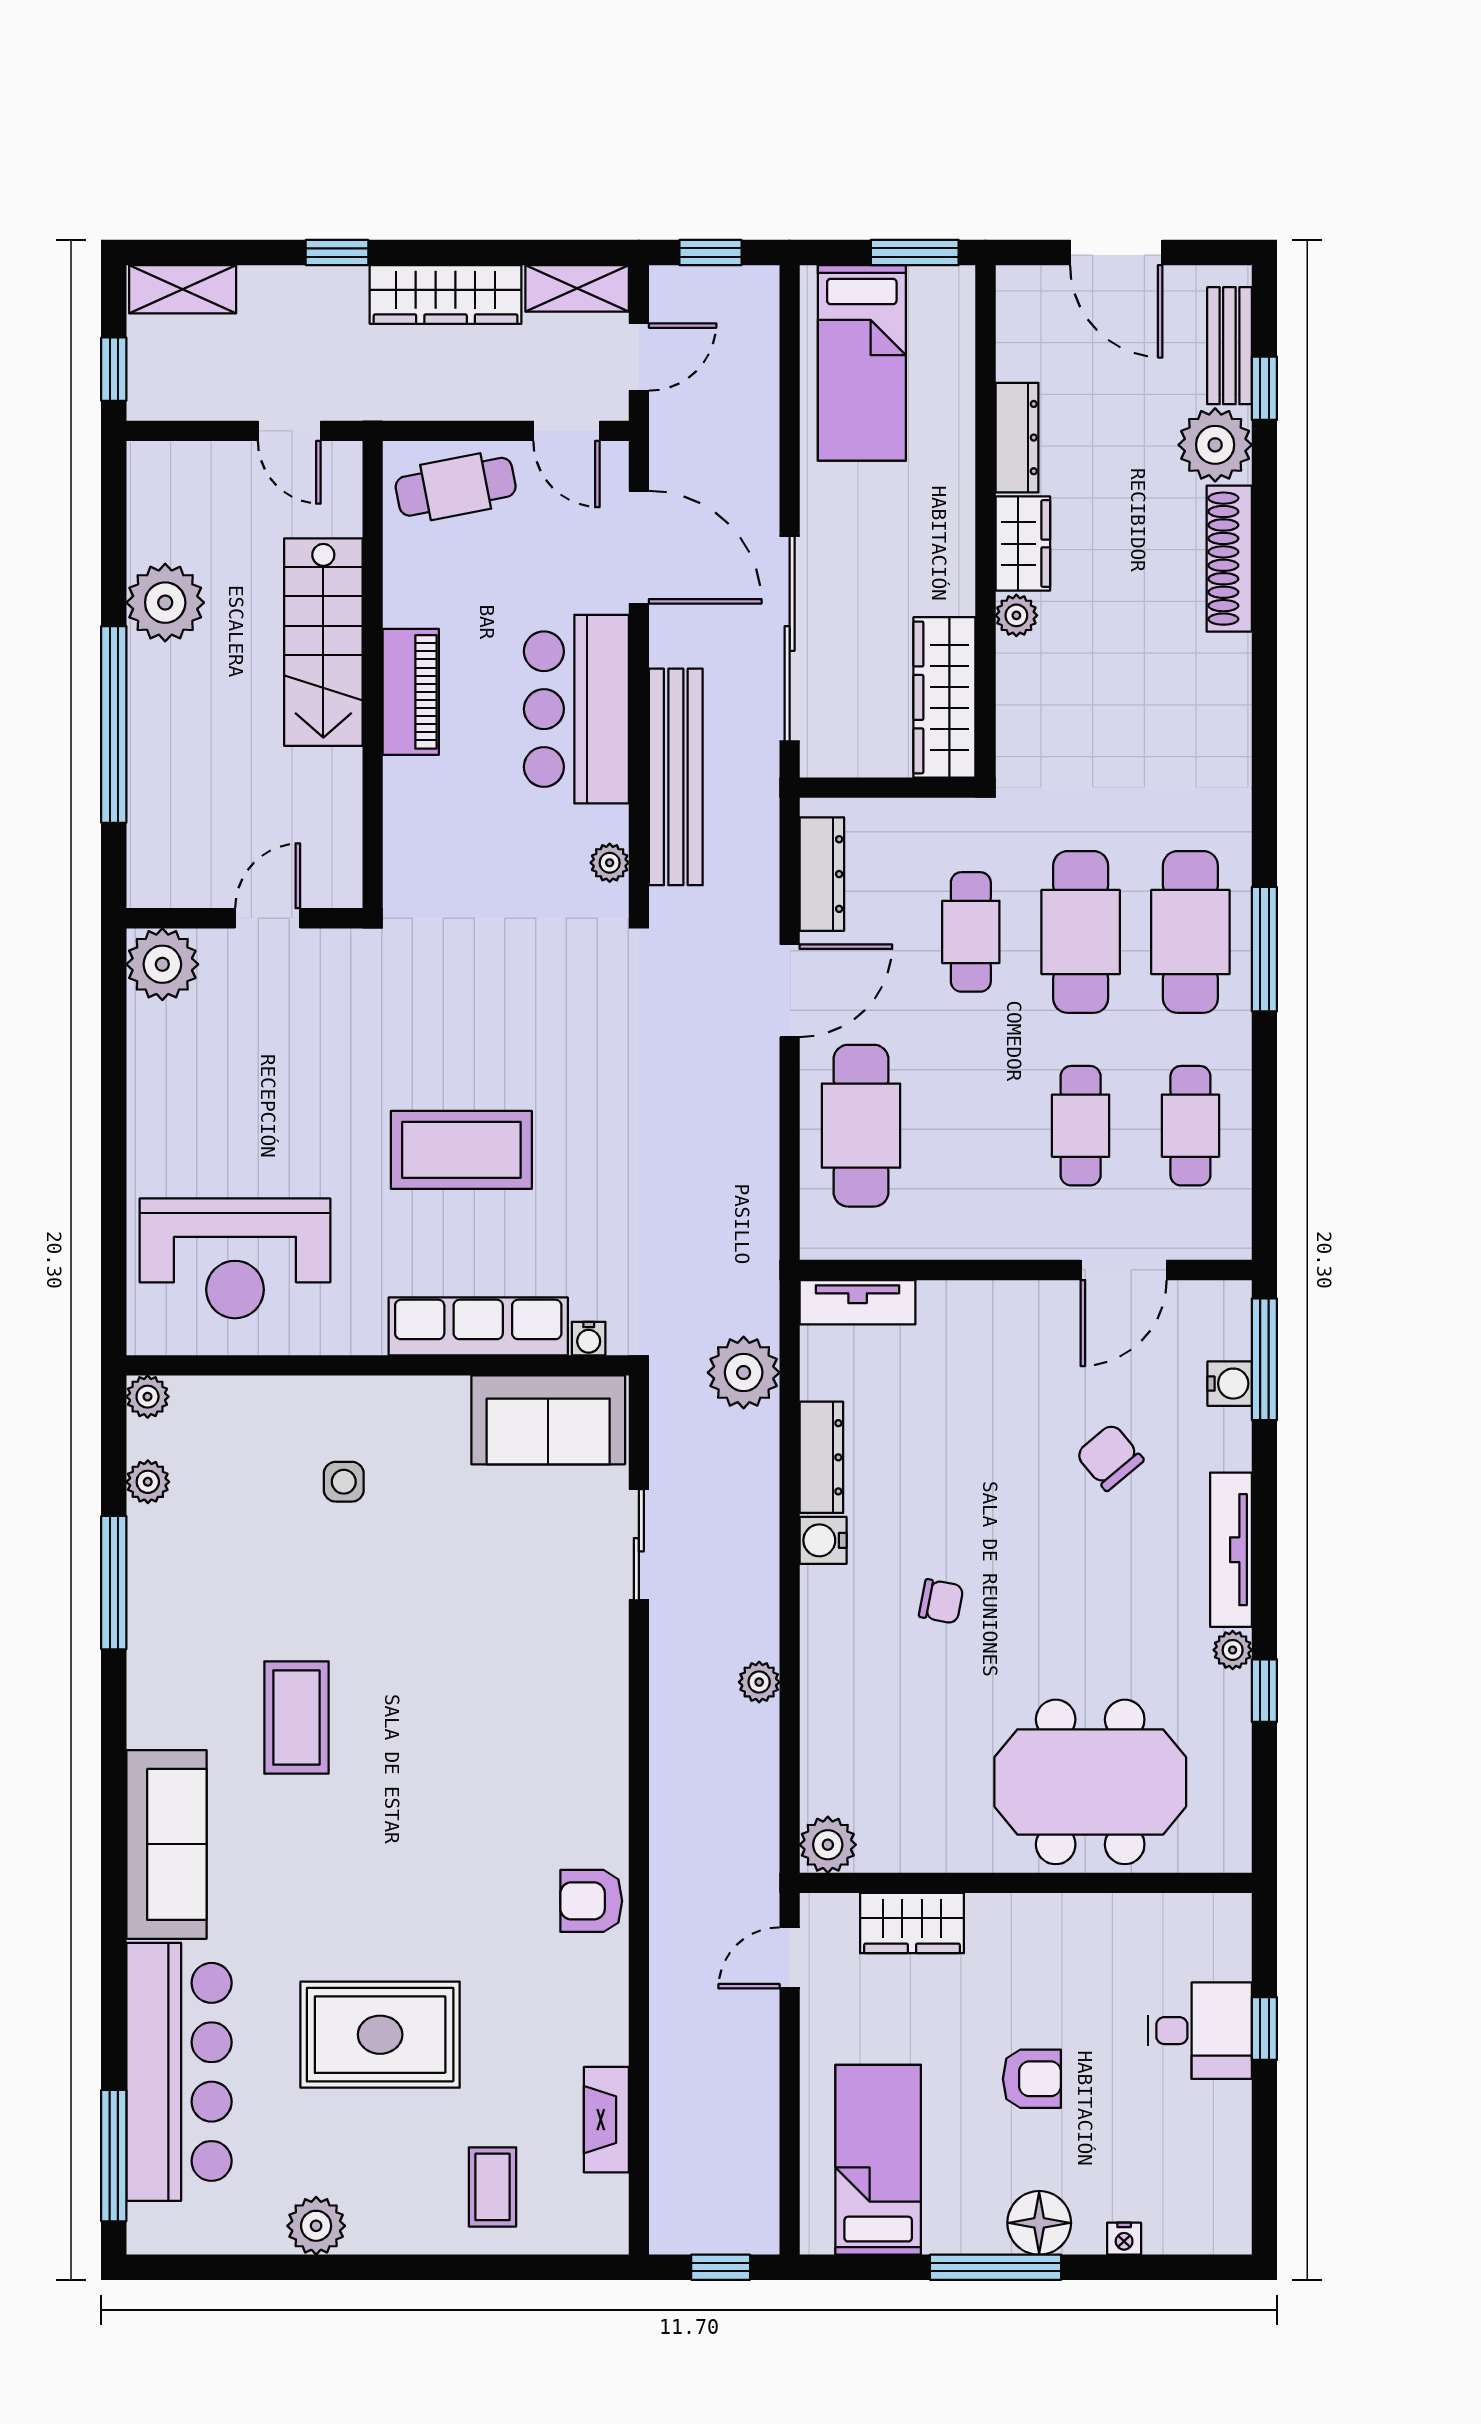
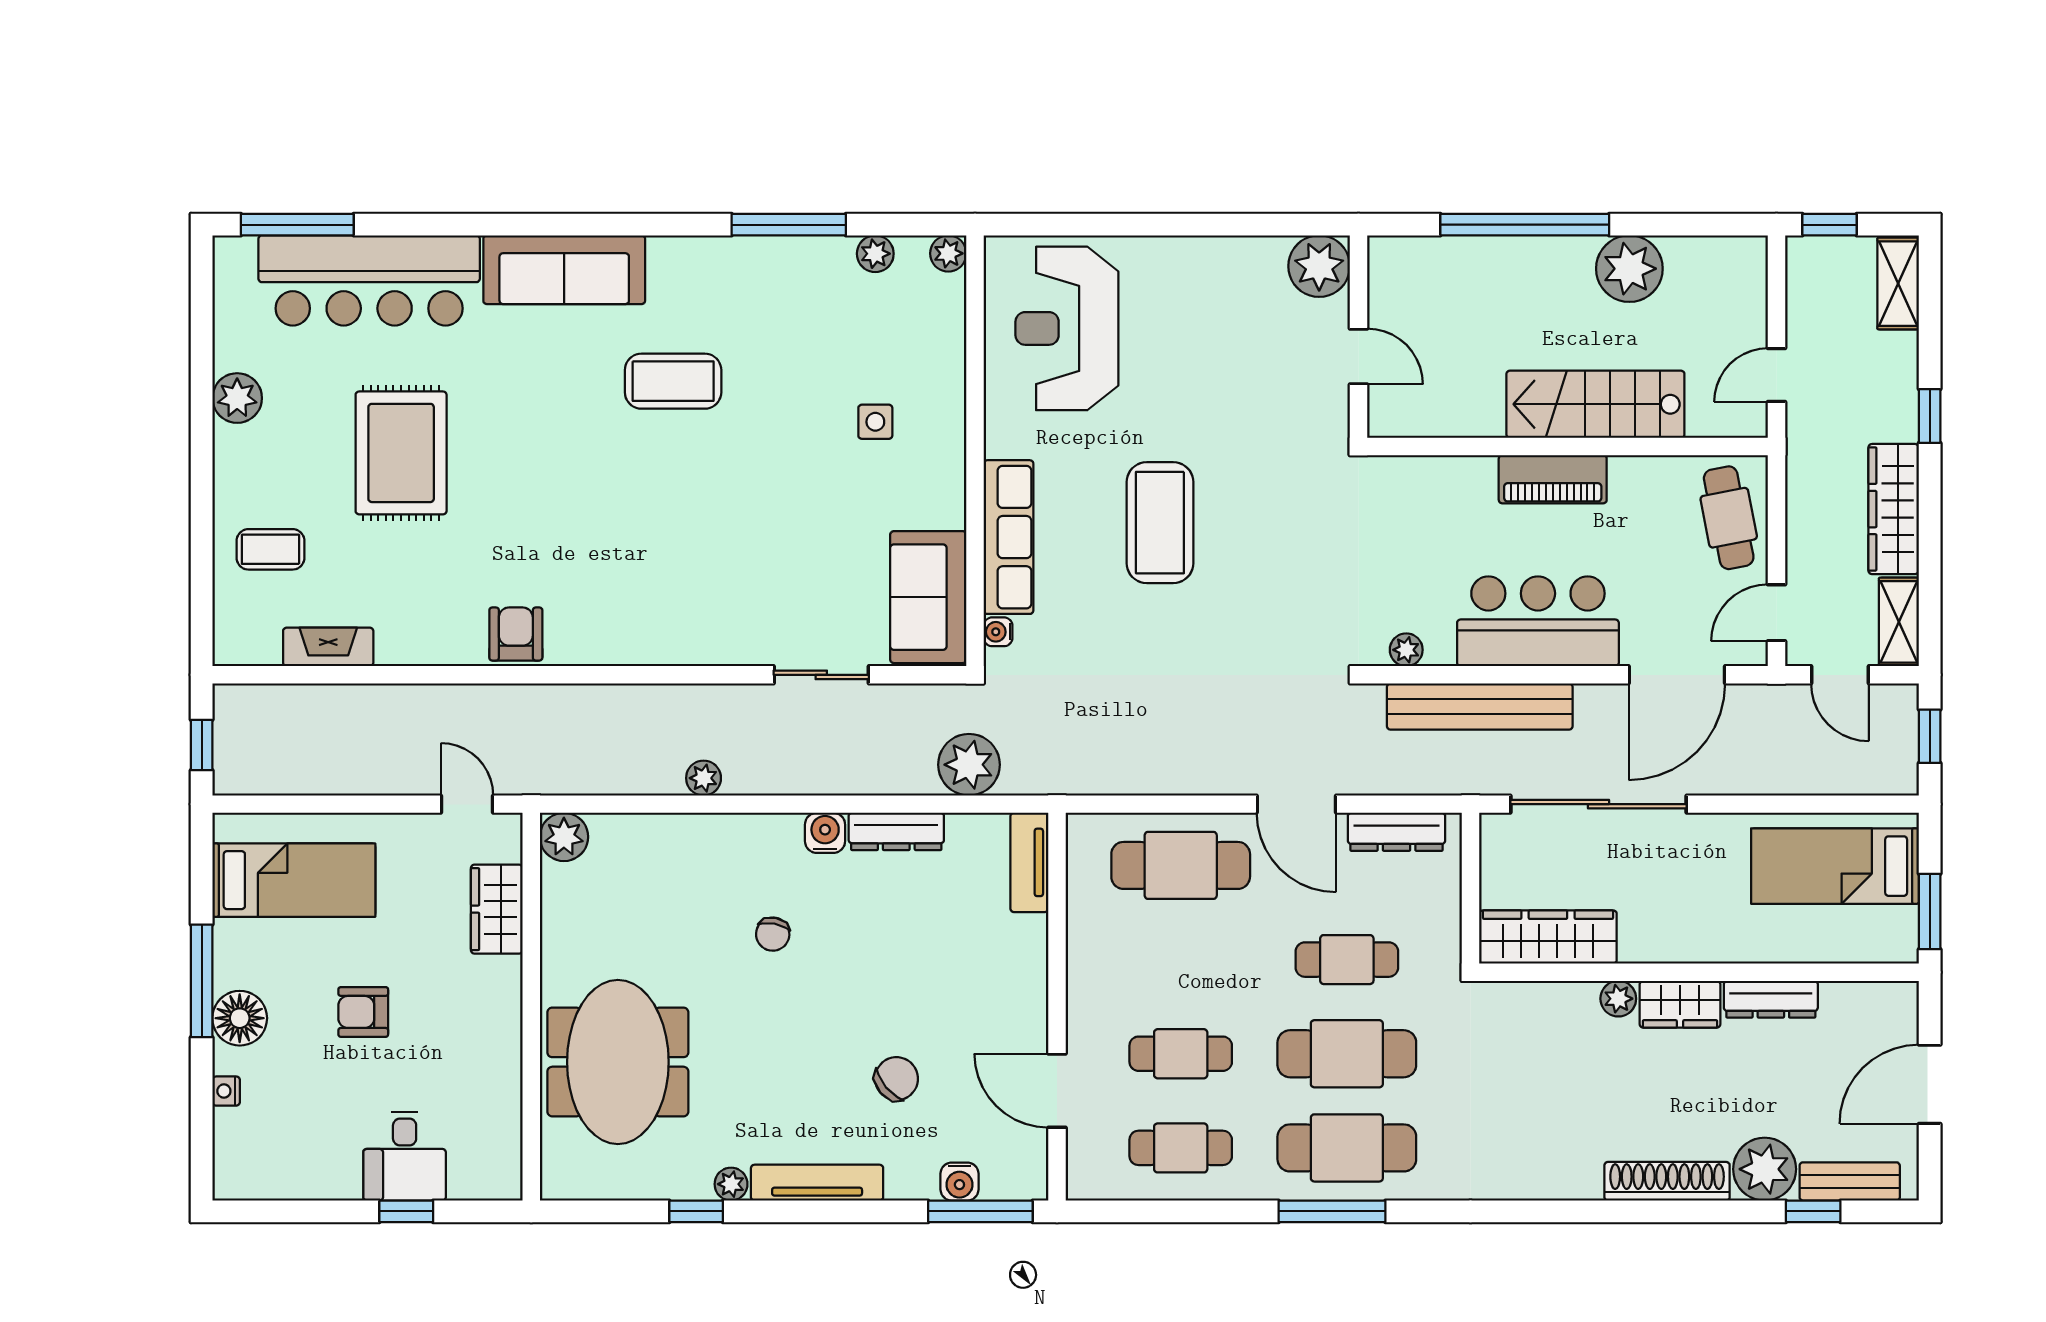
armchair: (1032, 2079) -> (363, 1012), turned 90

